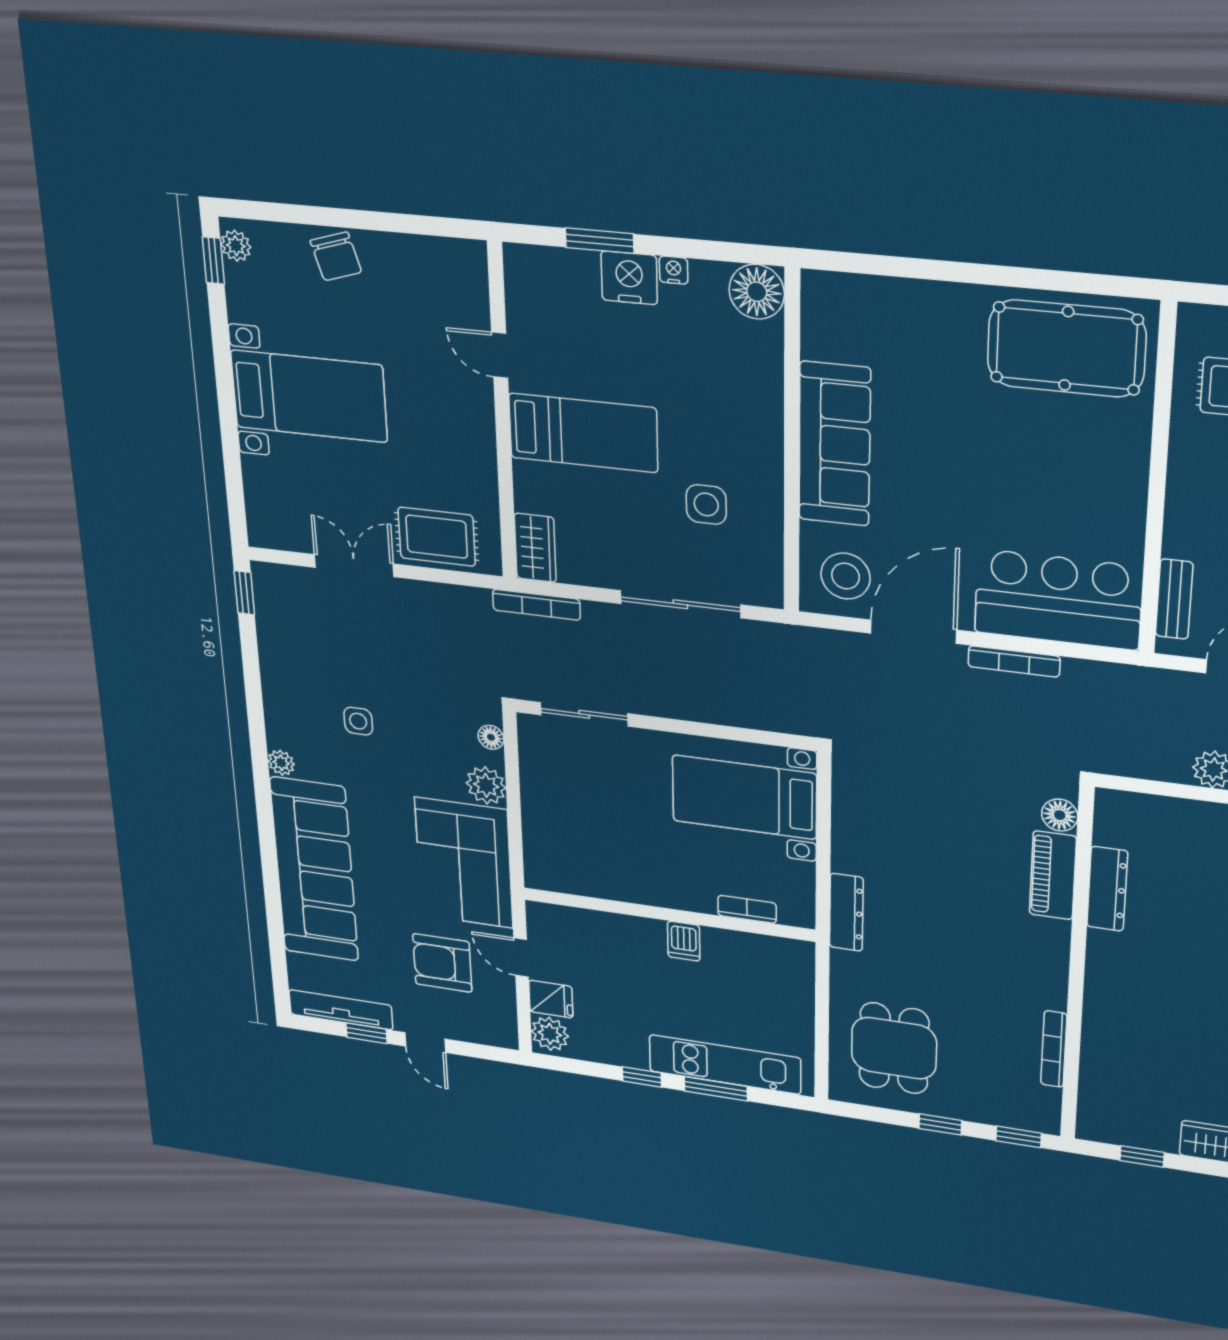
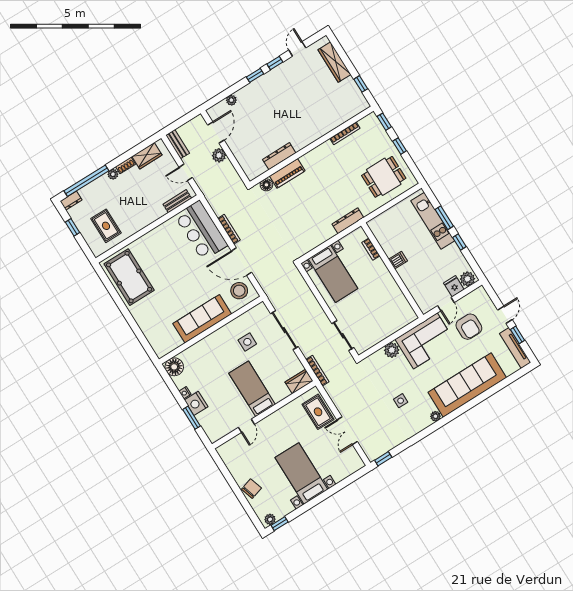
floor lamp: (491, 737) -> (373, 358), removed

